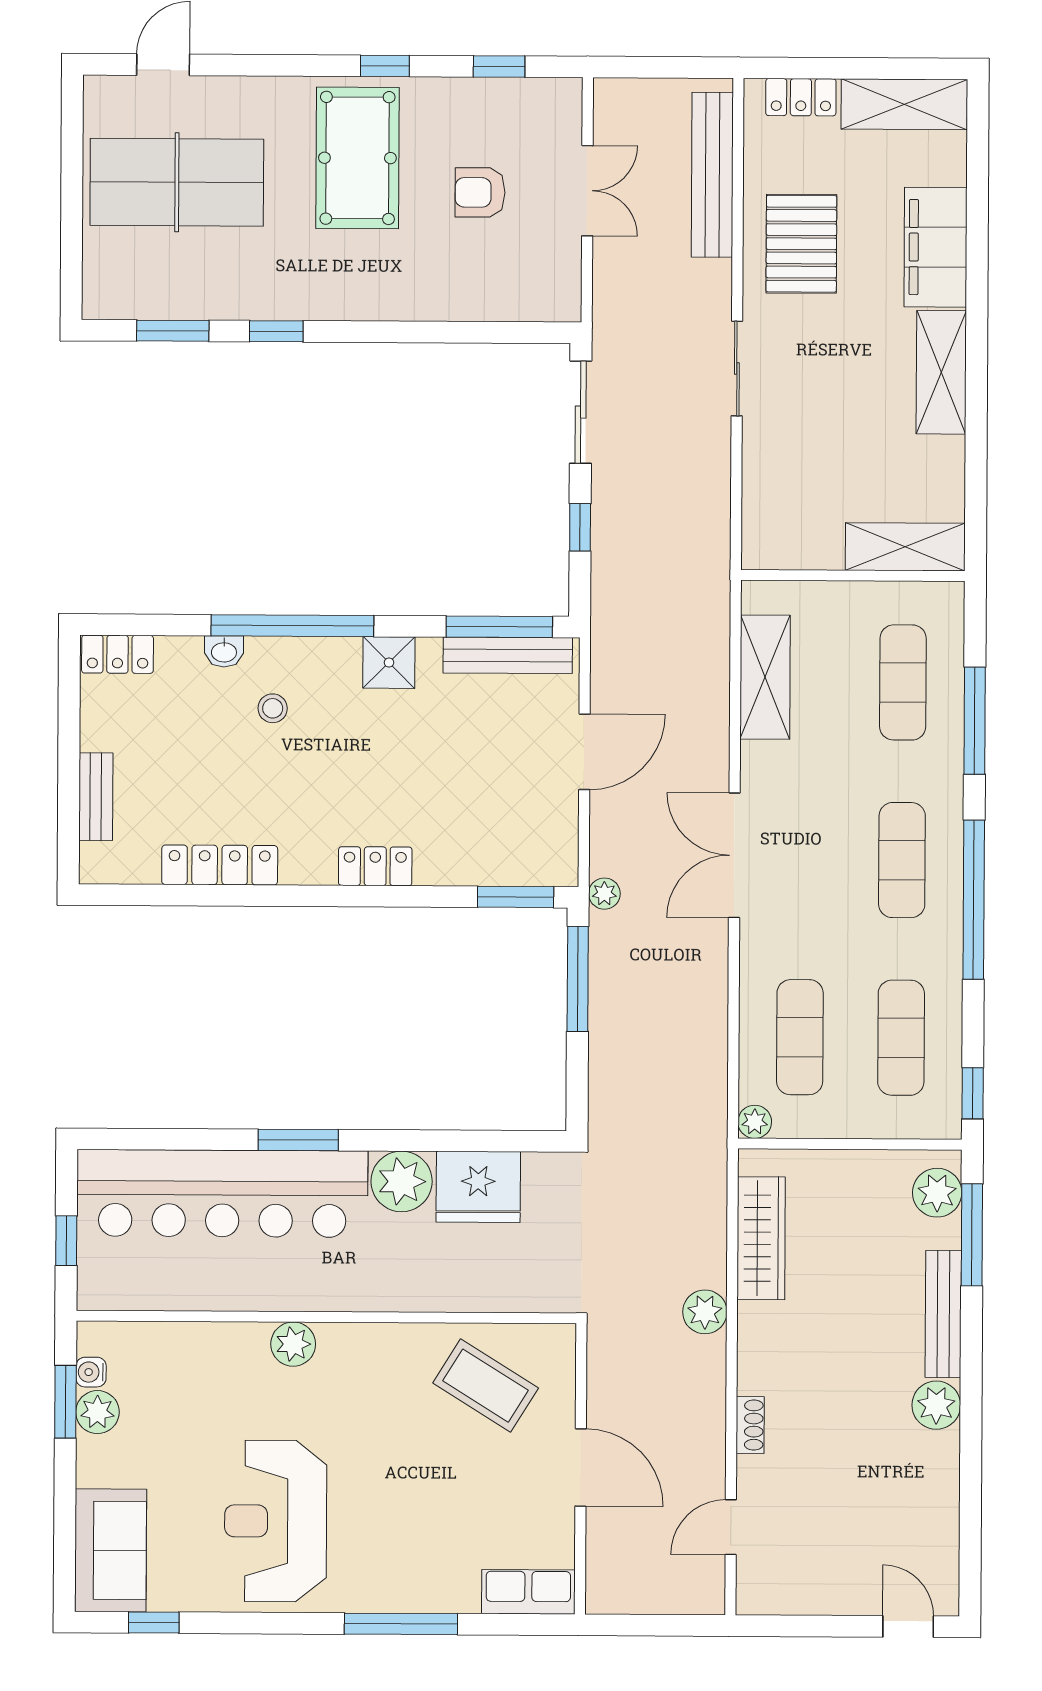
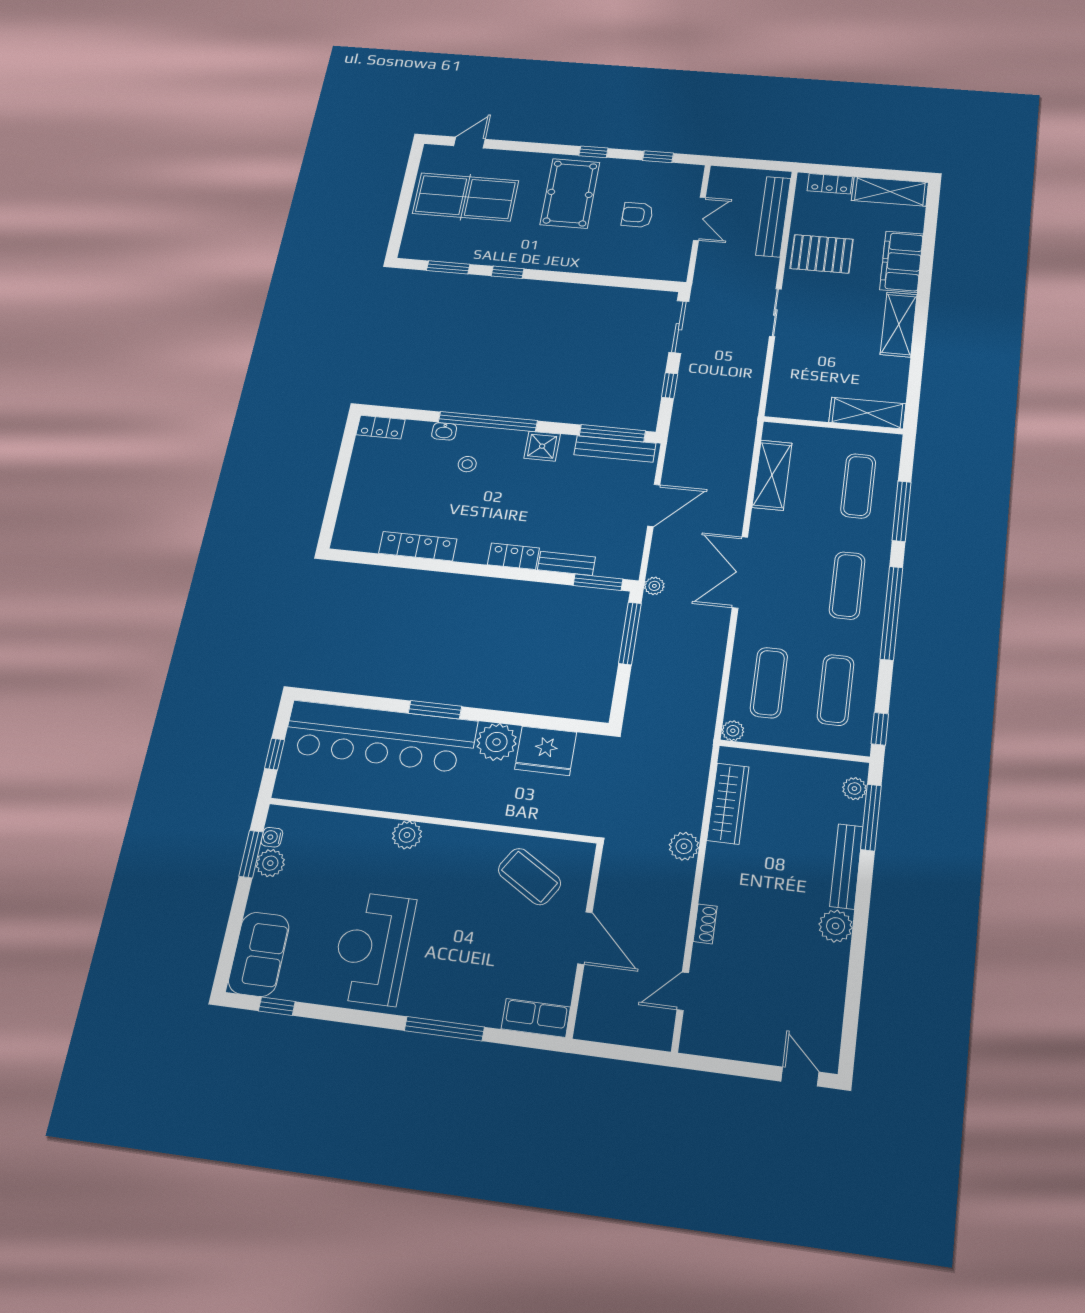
pallet: (801, 244) -> (822, 254), turned 90
bench: (96, 797) -> (566, 563), moved, turned 90
plant: (937, 1193) -> (854, 789), width x0.73, depth x0.73

